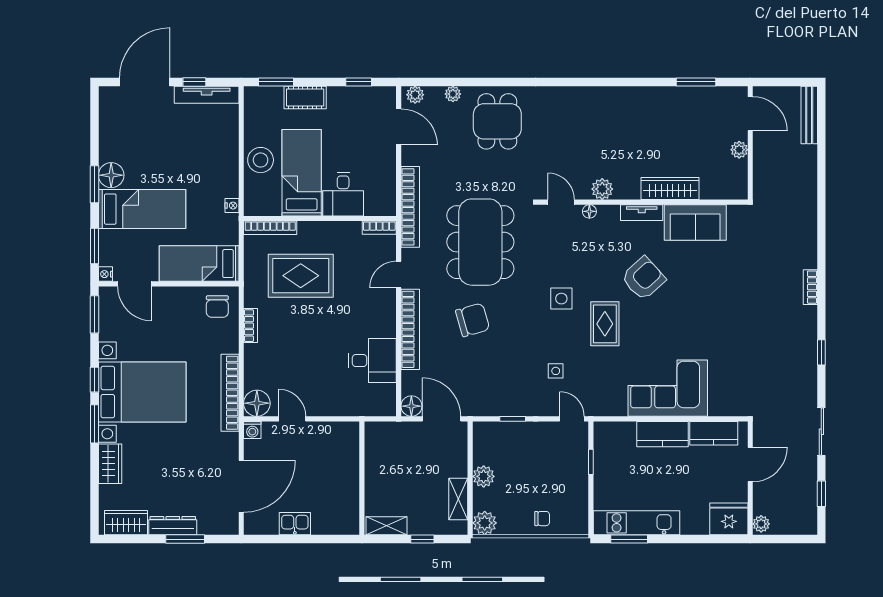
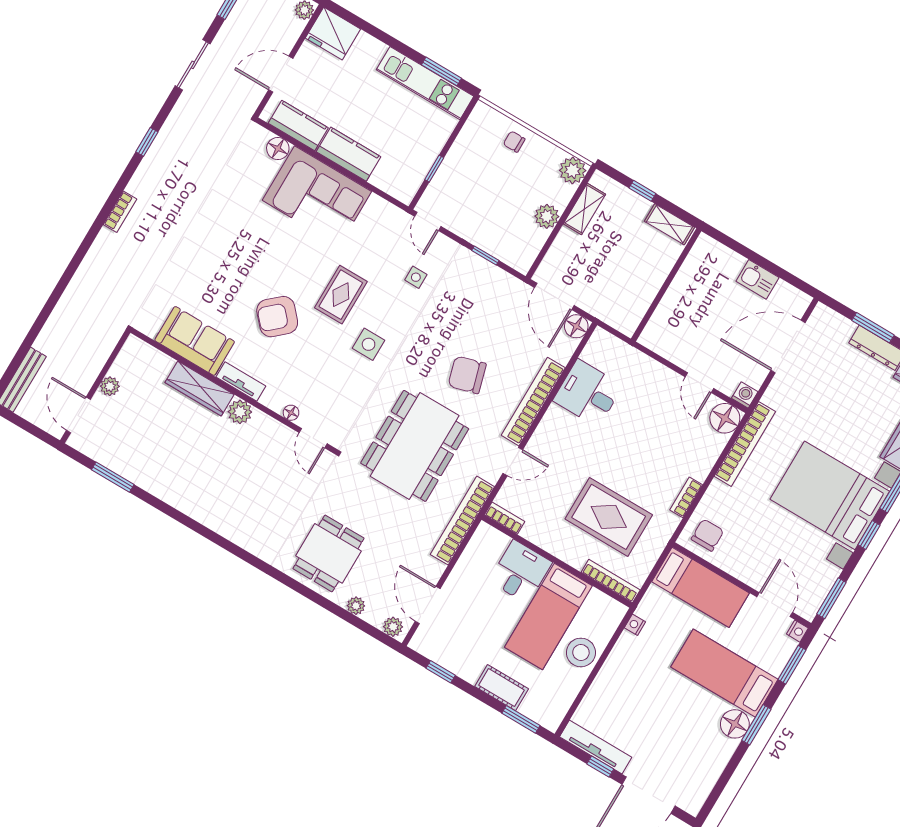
plant: (602, 189) -> (240, 412), moved
floor lamp: (719, 407) -> (278, 149), added

